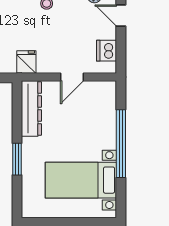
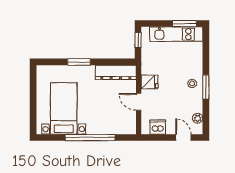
door: (121, 16) -> (183, 137), hinge flipped
fridge: (26, 62) -> (150, 82), moved

